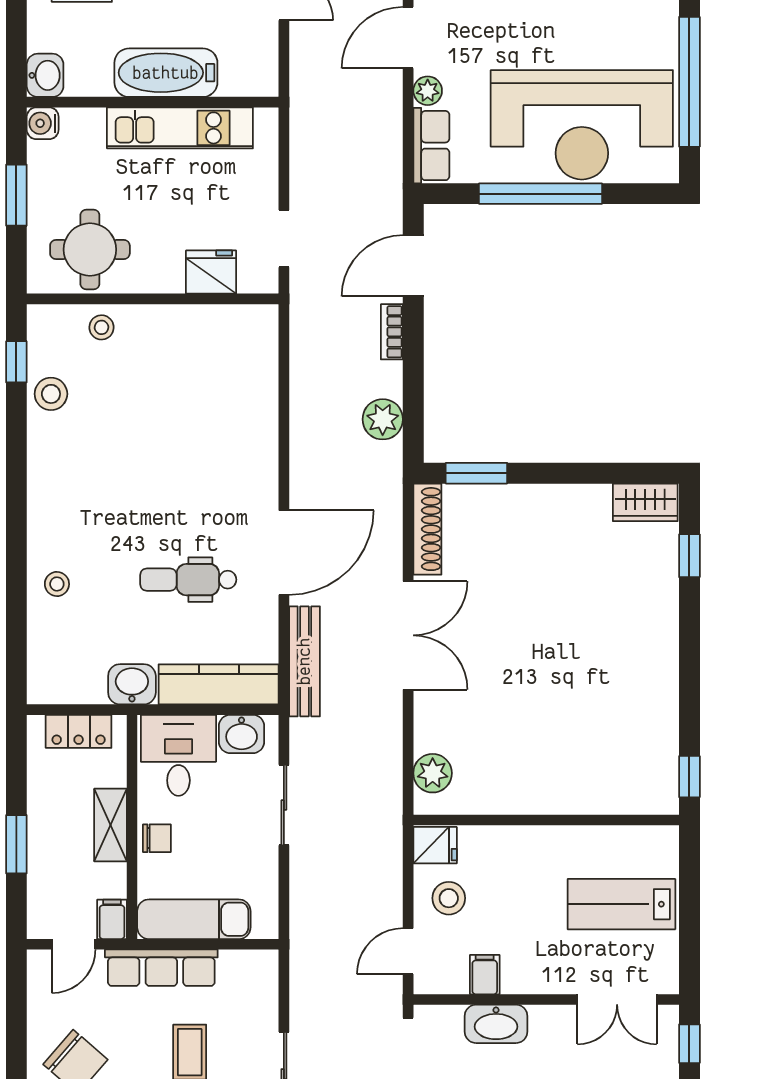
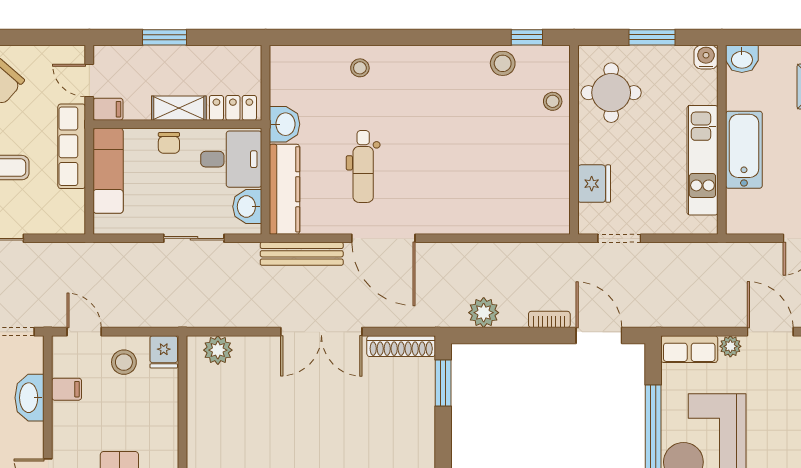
dental chair: (188, 580) -> (363, 166), turned 180
locker: (79, 731) -> (233, 108), moved, turned 90

